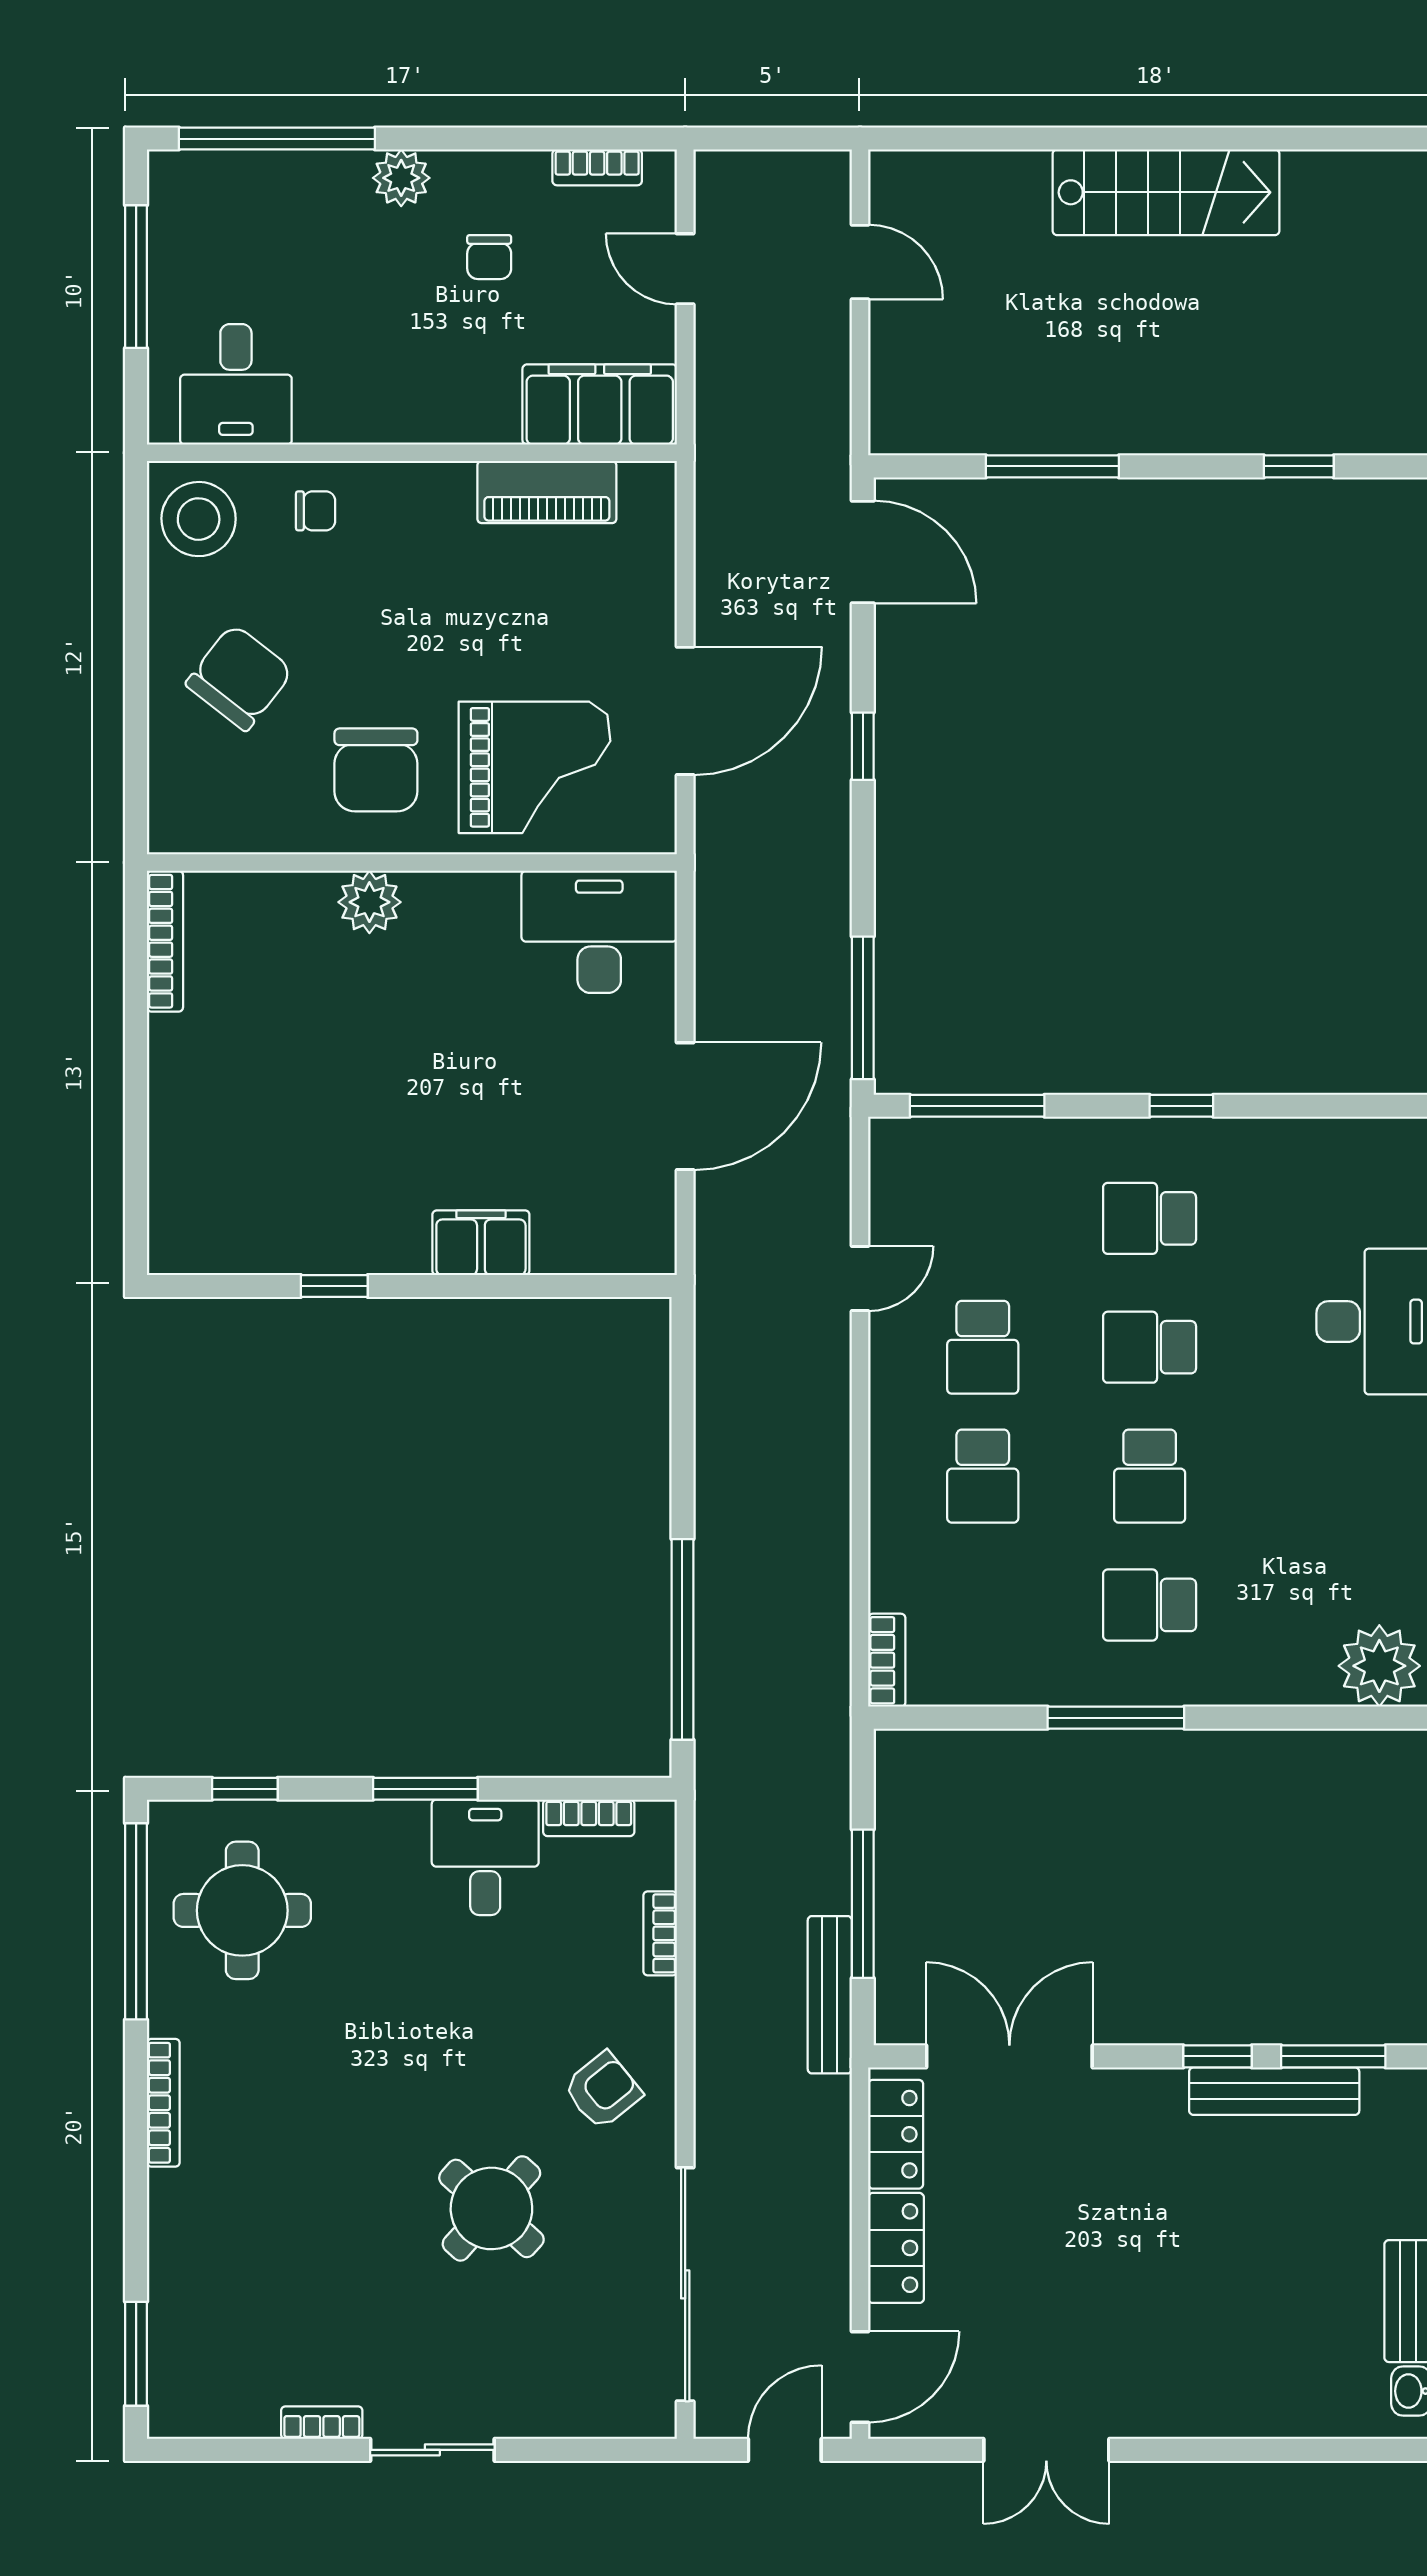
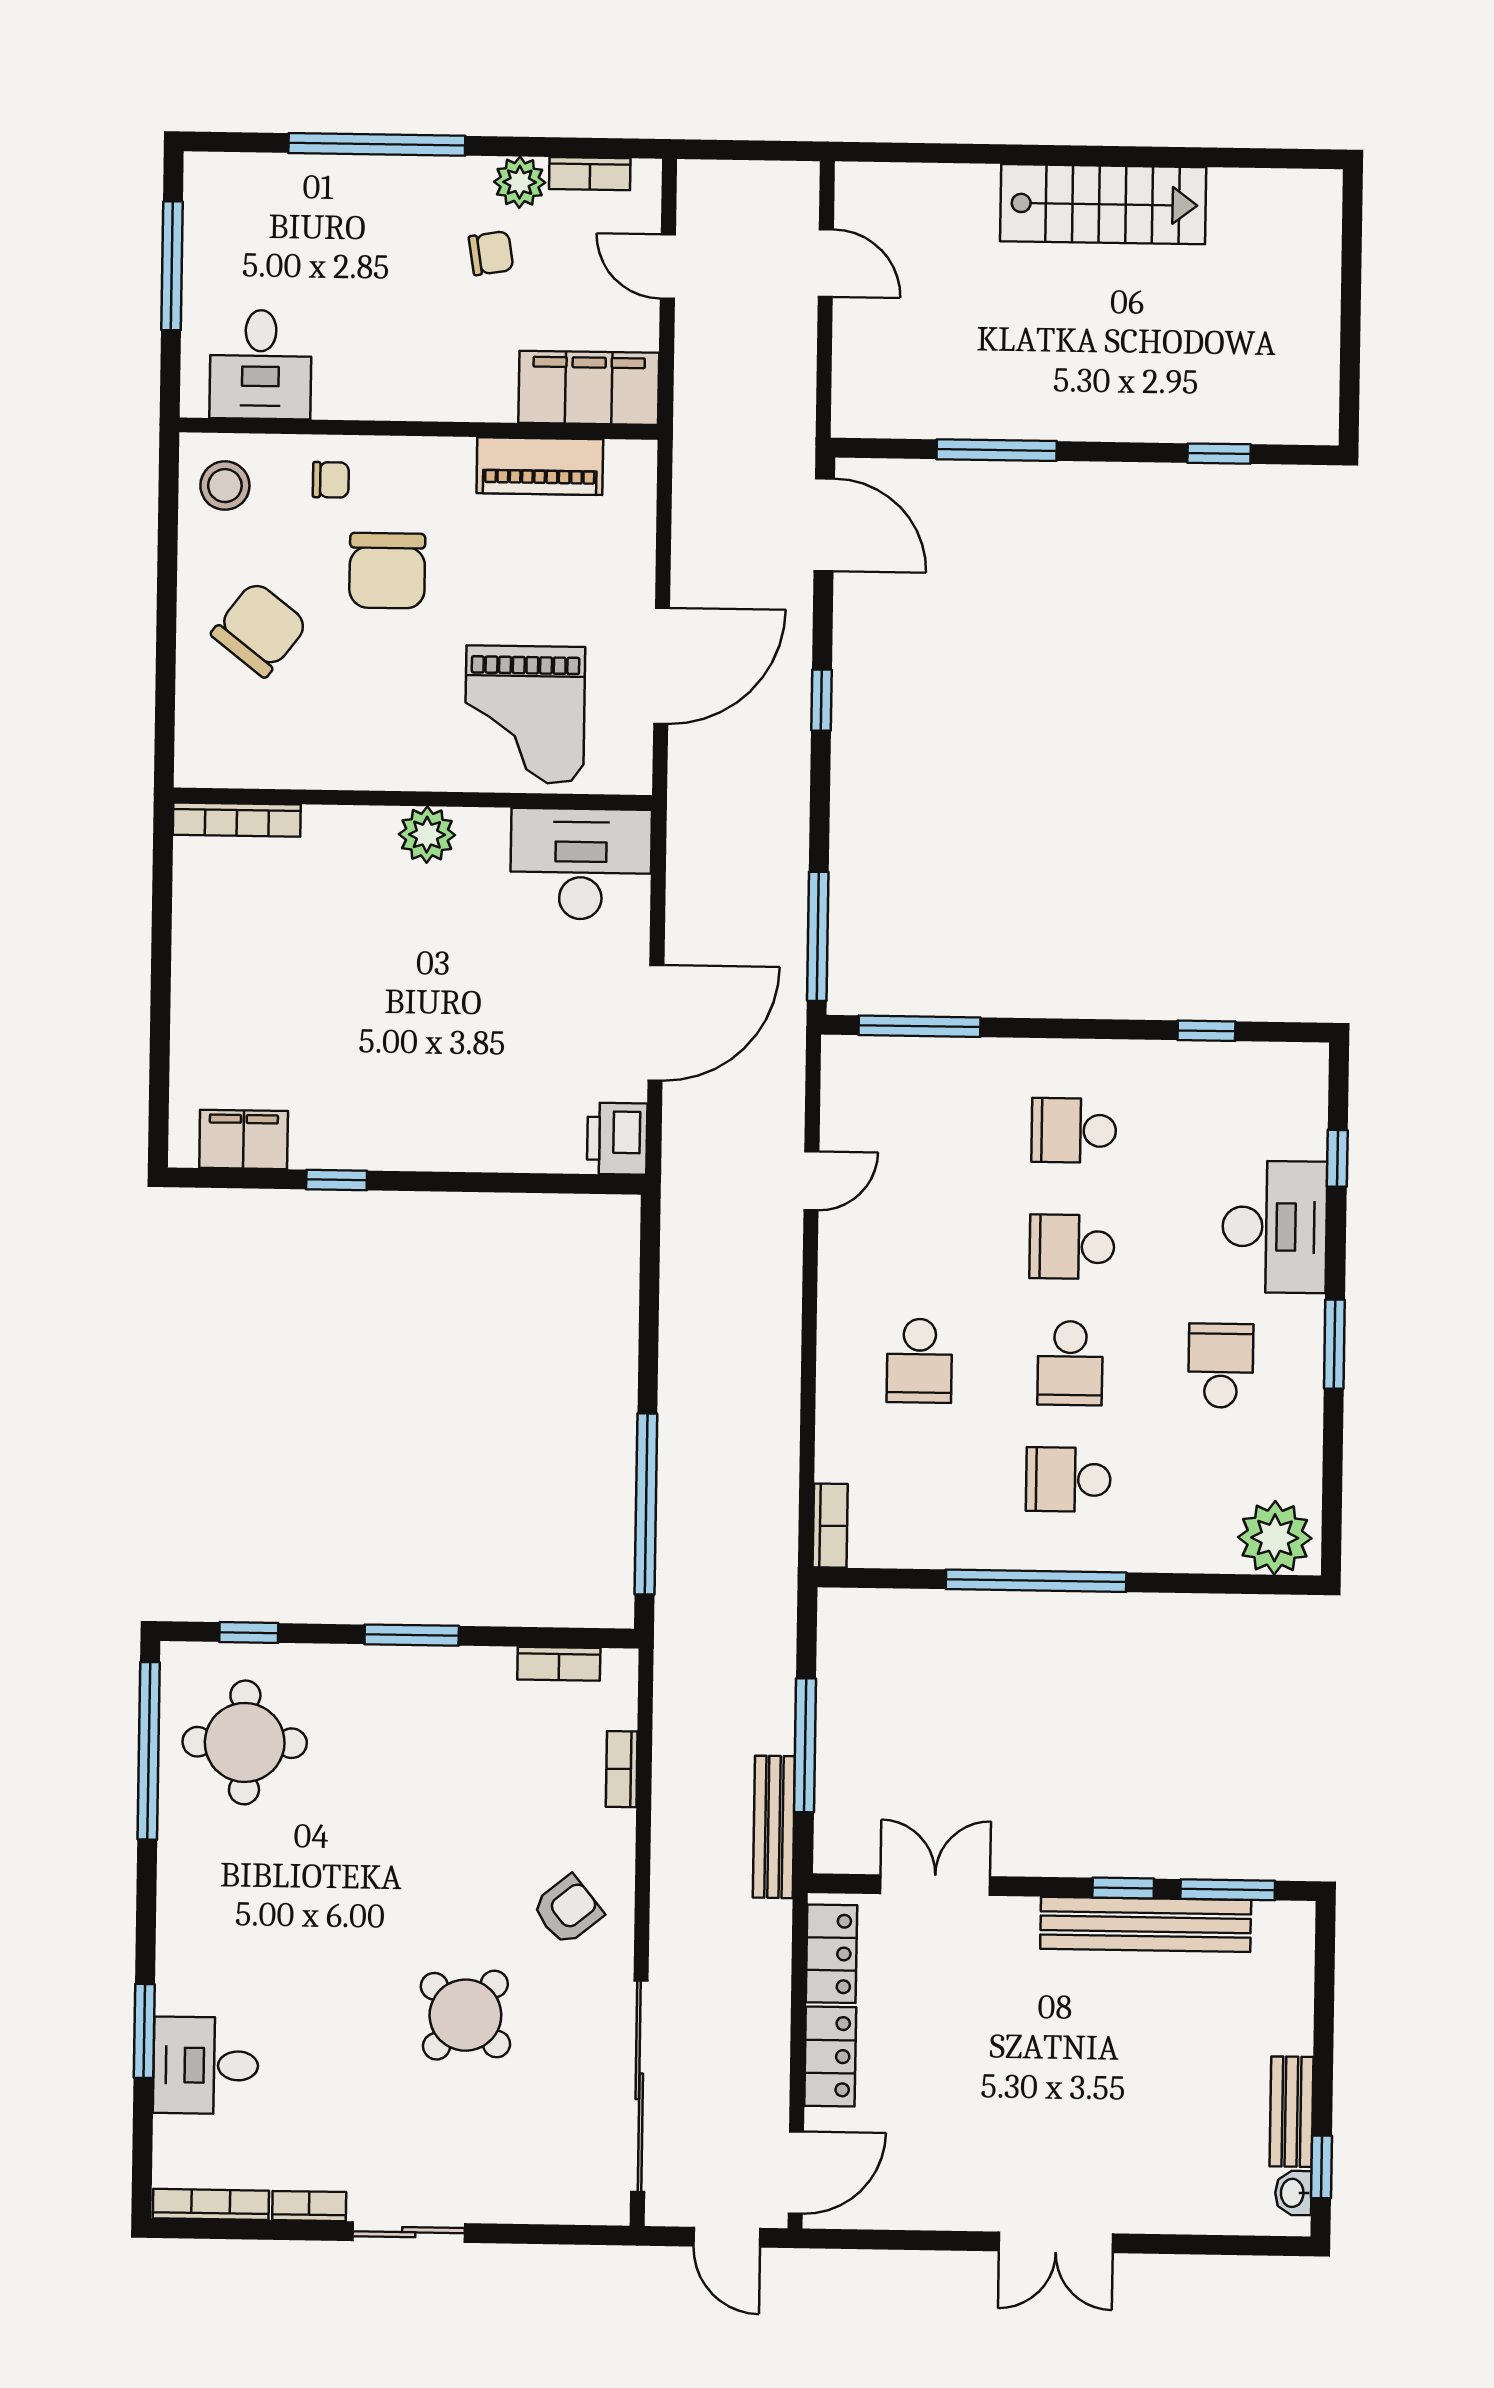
window: (277, 139) -> (377, 144), moved
plant: (401, 178) -> (520, 182), moved
chair: (489, 257) -> (491, 253), turned -99
stool: (199, 519) -> (225, 486), width x0.73, depth x0.73
grand piano: (535, 767) -> (525, 714), turned 90
chair: (376, 770) -> (387, 571), moved
plant: (369, 902) -> (427, 835), moved
bookcase: (165, 941) -> (237, 820), moved, turned 90
window: (1181, 1106) -> (1206, 1031), moved
printer: (644, 1235) -> (617, 1139), added
filing cabinet: (481, 1243) -> (244, 1139), moved
school desk: (983, 1347) -> (1221, 1366), moved, turned 180
window: (1116, 1718) -> (1036, 1581), width x1.46
desk: (485, 1857) -> (206, 2065), moved, turned -90
double door: (1009, 2056) -> (935, 1885), width x0.73
bench: (1274, 2091) -> (1146, 1924), width x1.37, depth x1.21
bookcase: (163, 2103) -> (211, 2204), moved, turned -90
window: (136, 2354) -> (144, 2031), moved
door: (785, 2450) -> (727, 2237), swing flipped
double door: (1046, 2450) -> (1056, 2242), moved

